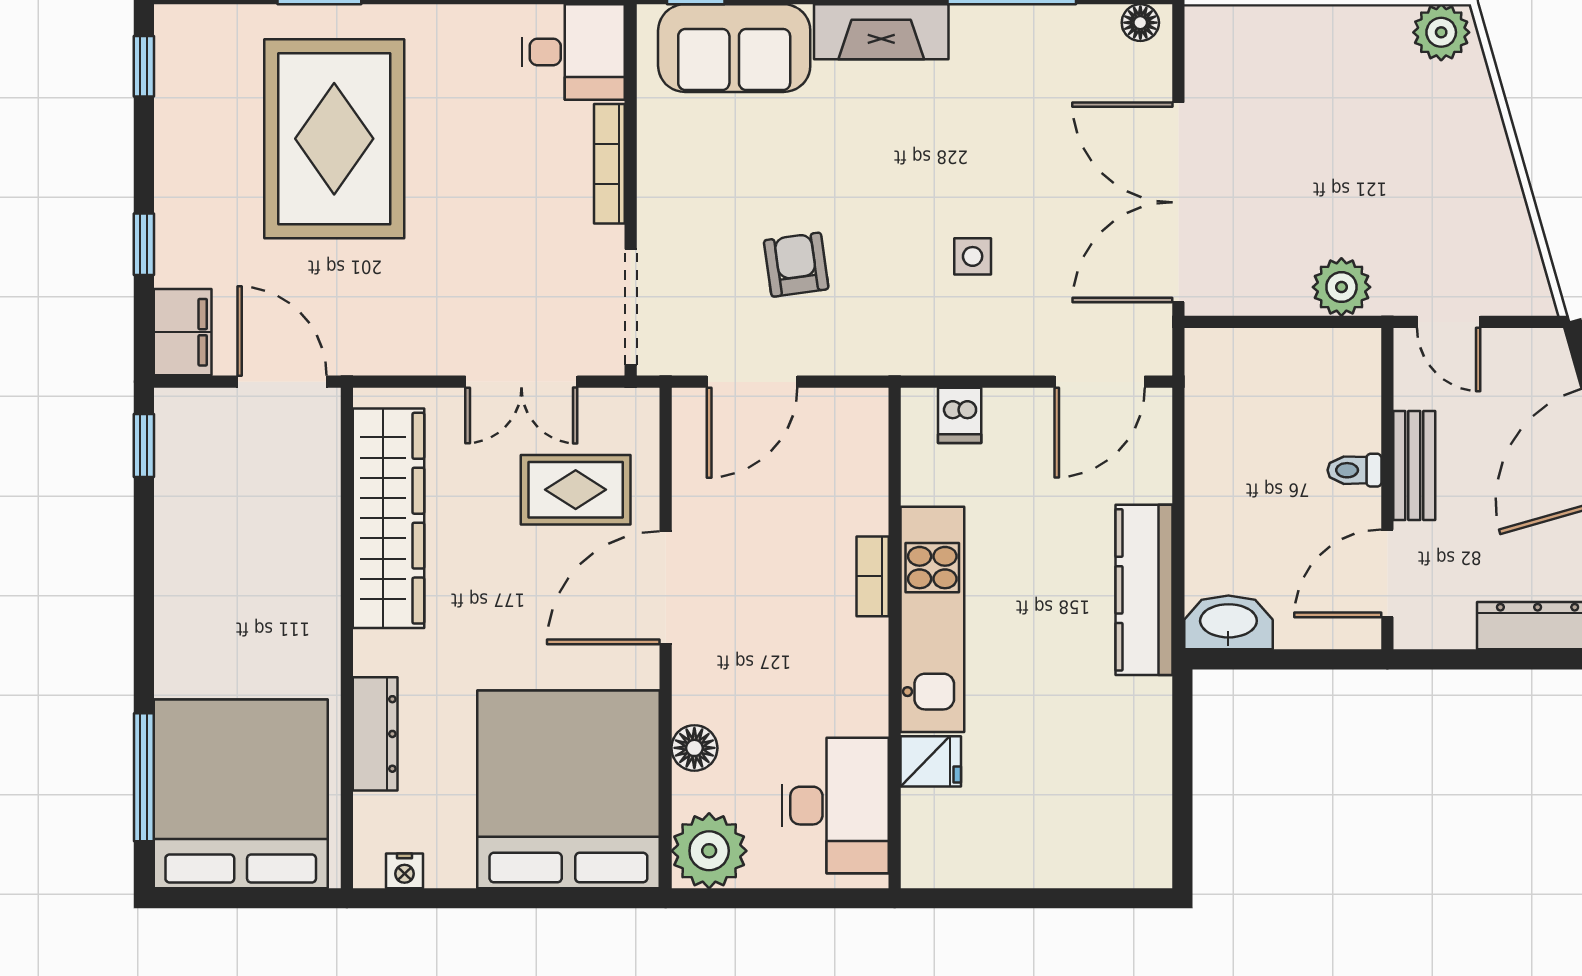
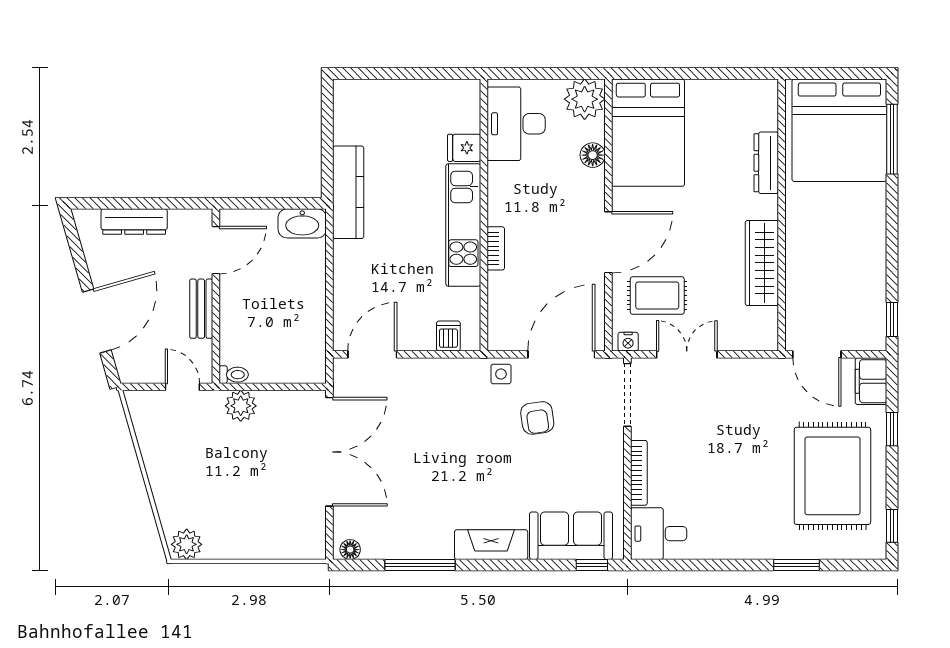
rug: (334, 139) -> (832, 476), moved
side table: (973, 256) -> (501, 374), moved
door: (752, 382) -> (561, 354), width x1.36
toilet: (1355, 470) -> (234, 375), moved
wardrobe: (388, 518) -> (762, 263), width x0.71, depth x0.85
kitchen counter: (1144, 590) -> (348, 192), moved
bed: (568, 789) -> (648, 133), width x0.73
nightstand: (405, 871) -> (628, 342), moved, turned 180

